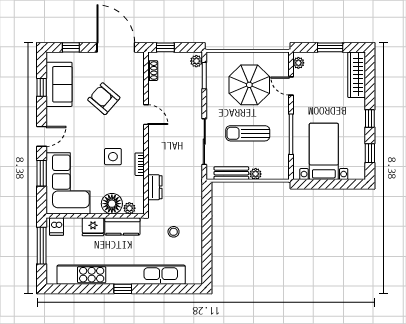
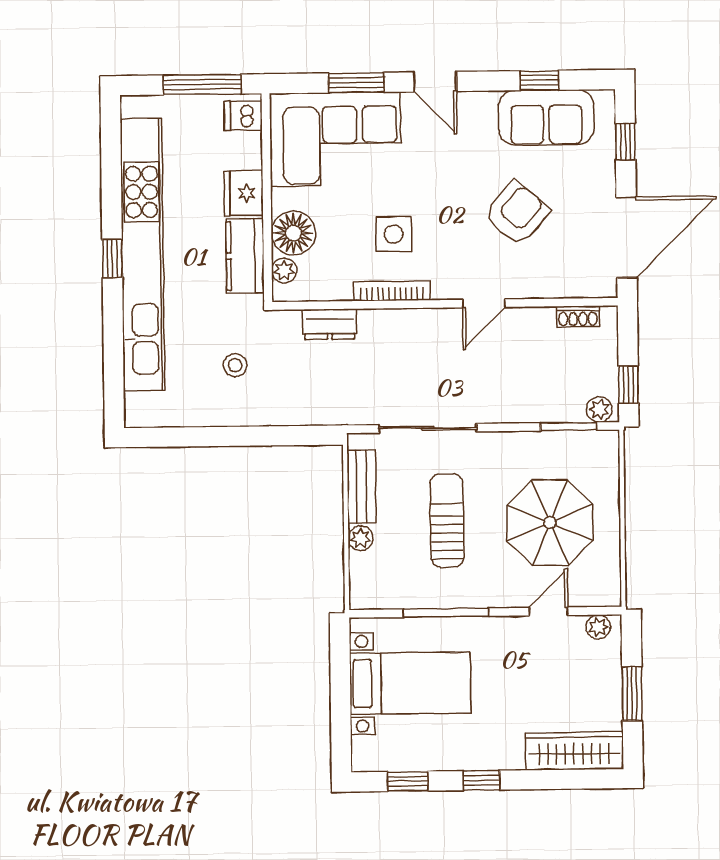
window: (165, 47) -> (628, 385), moved
bookcase: (140, 164) -> (392, 291), width x1.56

